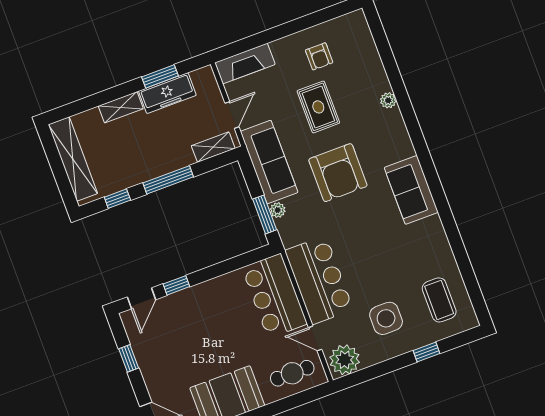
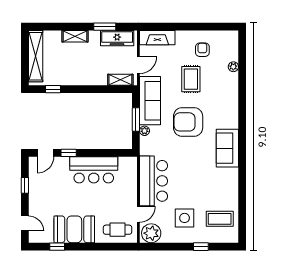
armchair: (319, 56) -> (202, 50), turned 180
freezer: (167, 93) -> (117, 38), moved
plant: (388, 100) -> (233, 67), moved
armchair: (338, 173) -> (188, 122), turned 90
window: (168, 180) -> (87, 89), removed
window: (265, 214) -> (136, 119), moved
bar counter: (274, 296) -> (94, 170), moved, turned -90
coffee table: (439, 300) -> (220, 219), turned 90
door: (315, 338) -> (138, 214), swing flipped

